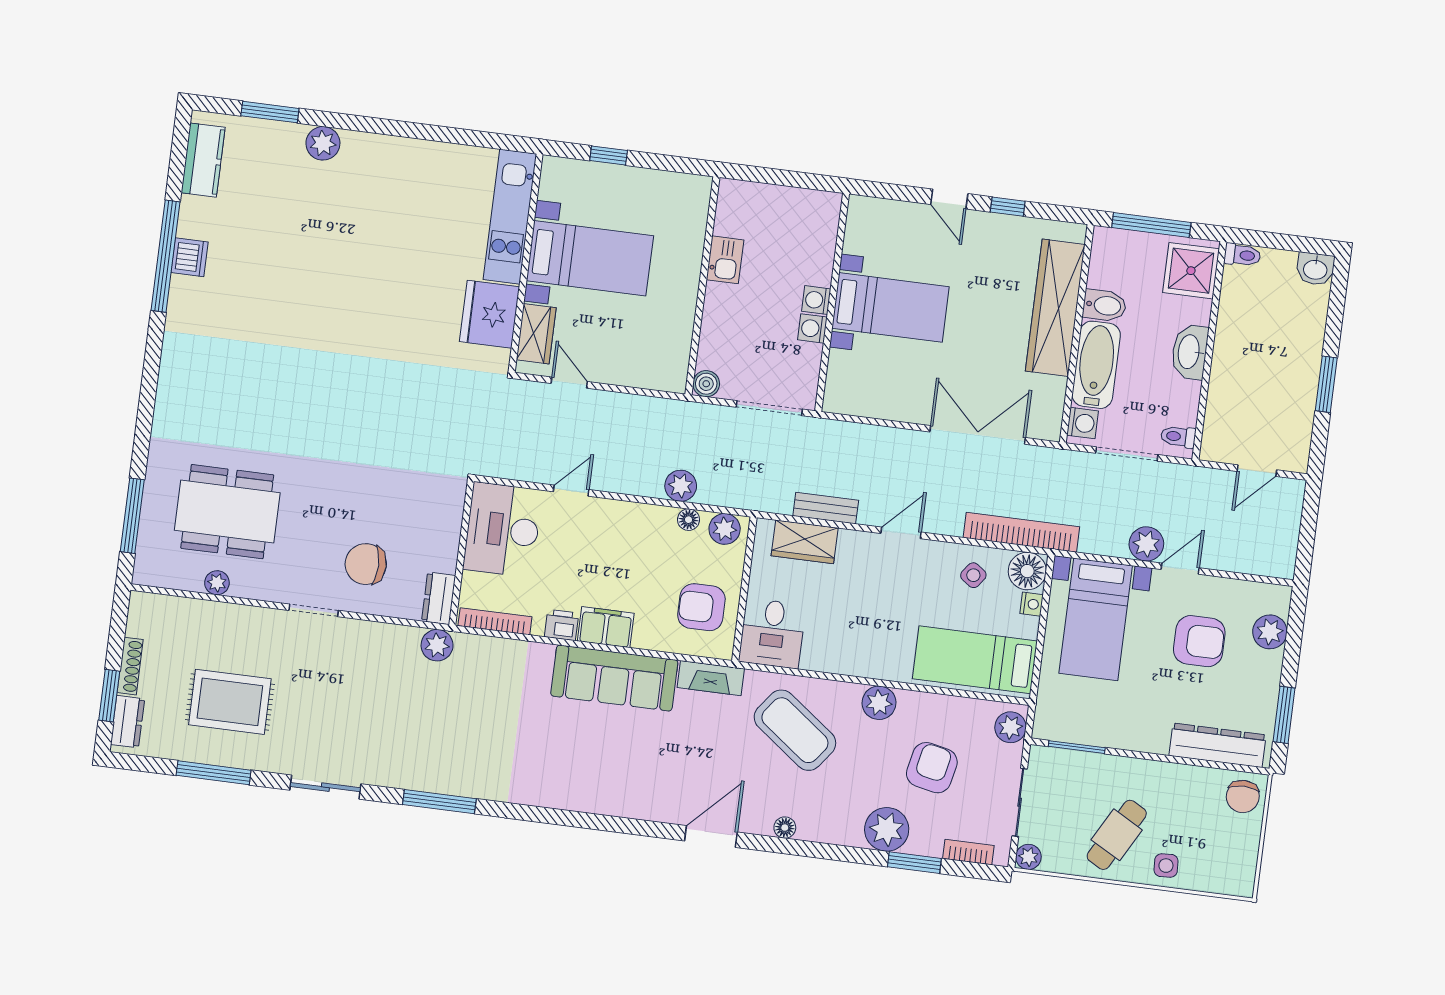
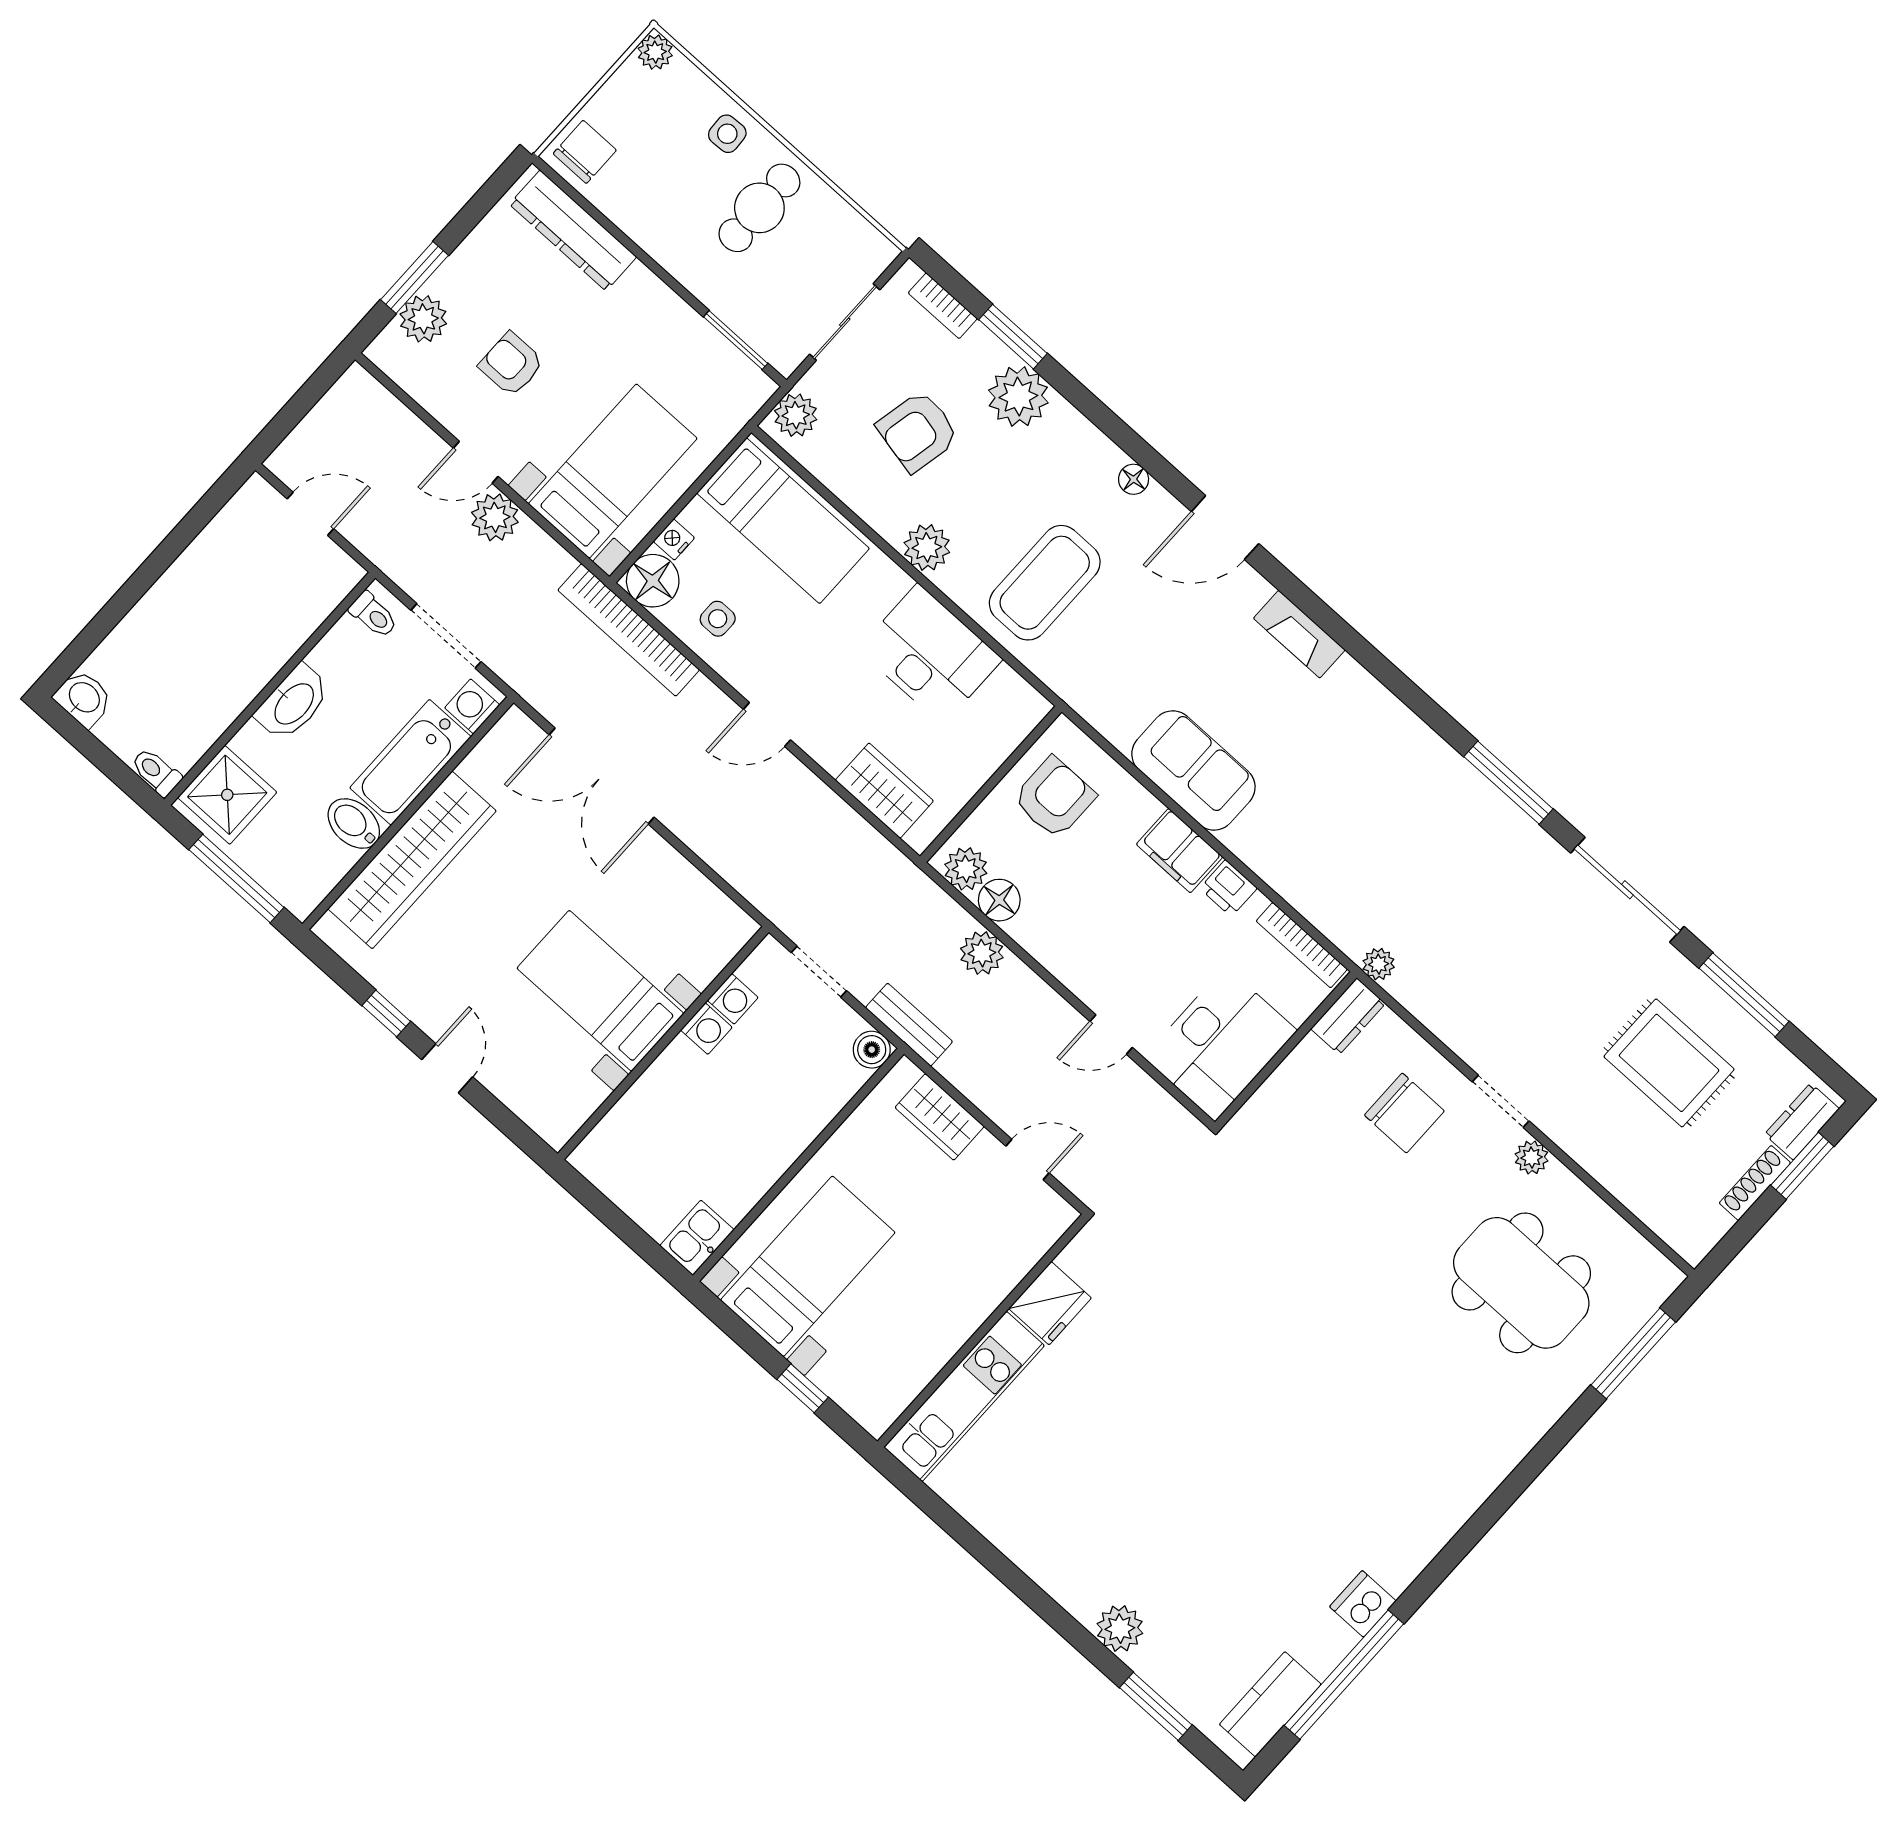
window: (166, 256) -> (1344, 1675), moved
bed with nightstands: (590, 258) -> (808, 1266), moved, turned 90
kitchen sink: (725, 260) -> (697, 1238), moved
washing machine: (816, 300) -> (733, 999), moved
fridge: (490, 314) -> (1050, 1303), width x0.73, depth x0.75
wardrobe: (536, 334) -> (940, 1117), moved, turned -90
door: (569, 383) -> (1028, 1160), swing flipped
window: (1326, 384) -> (162, 558), removed
doorway: (769, 408) -> (819, 972), width x0.73
bench: (826, 508) -> (909, 1025), moved
floor lamp: (689, 520) -> (999, 900), width x1.37, depth x1.37
side table: (973, 575) -> (718, 619), turned -36
plant: (217, 583) -> (1532, 1157), moved
armchair: (701, 607) -> (1054, 798), turned -90
desk: (772, 633) -> (930, 654), moved, width x1.37
armchair: (1199, 641) -> (511, 364), width x0.72, depth x0.72
plant: (437, 645) -> (1379, 964), width x0.73, depth x0.73
sofa: (614, 678) -> (1193, 770), width x0.73
fireplace: (711, 678) -> (1299, 634), moved, turned 180
window: (1284, 715) -> (414, 278), moved
coffee table: (795, 730) -> (1045, 583), turned 53
sliding door: (325, 787) -> (1627, 890), width x1.37
cafe table: (1117, 835) -> (759, 208), turned -30
plant: (1028, 857) -> (655, 52), moved

